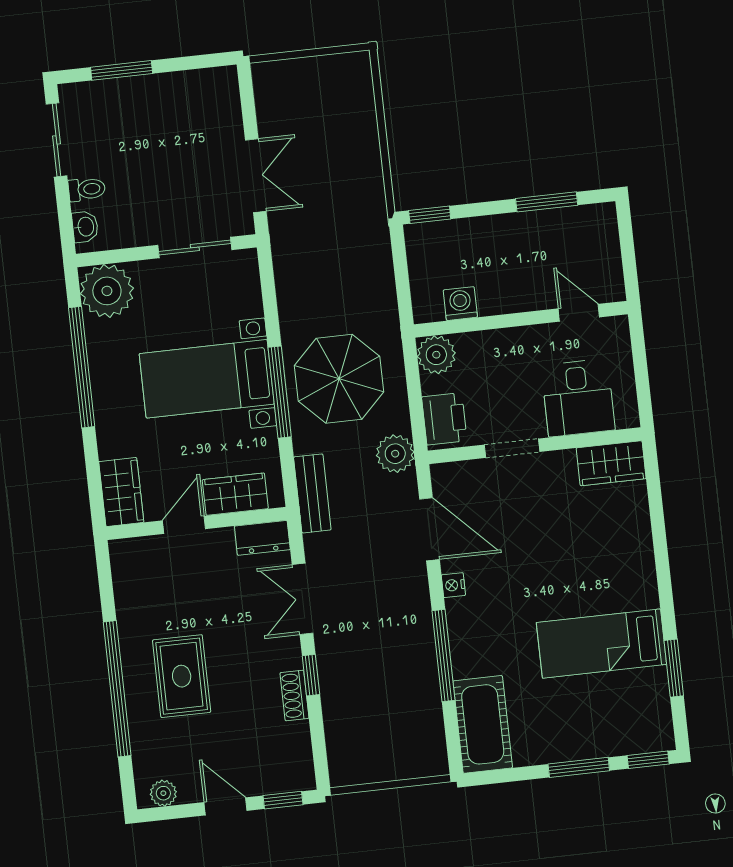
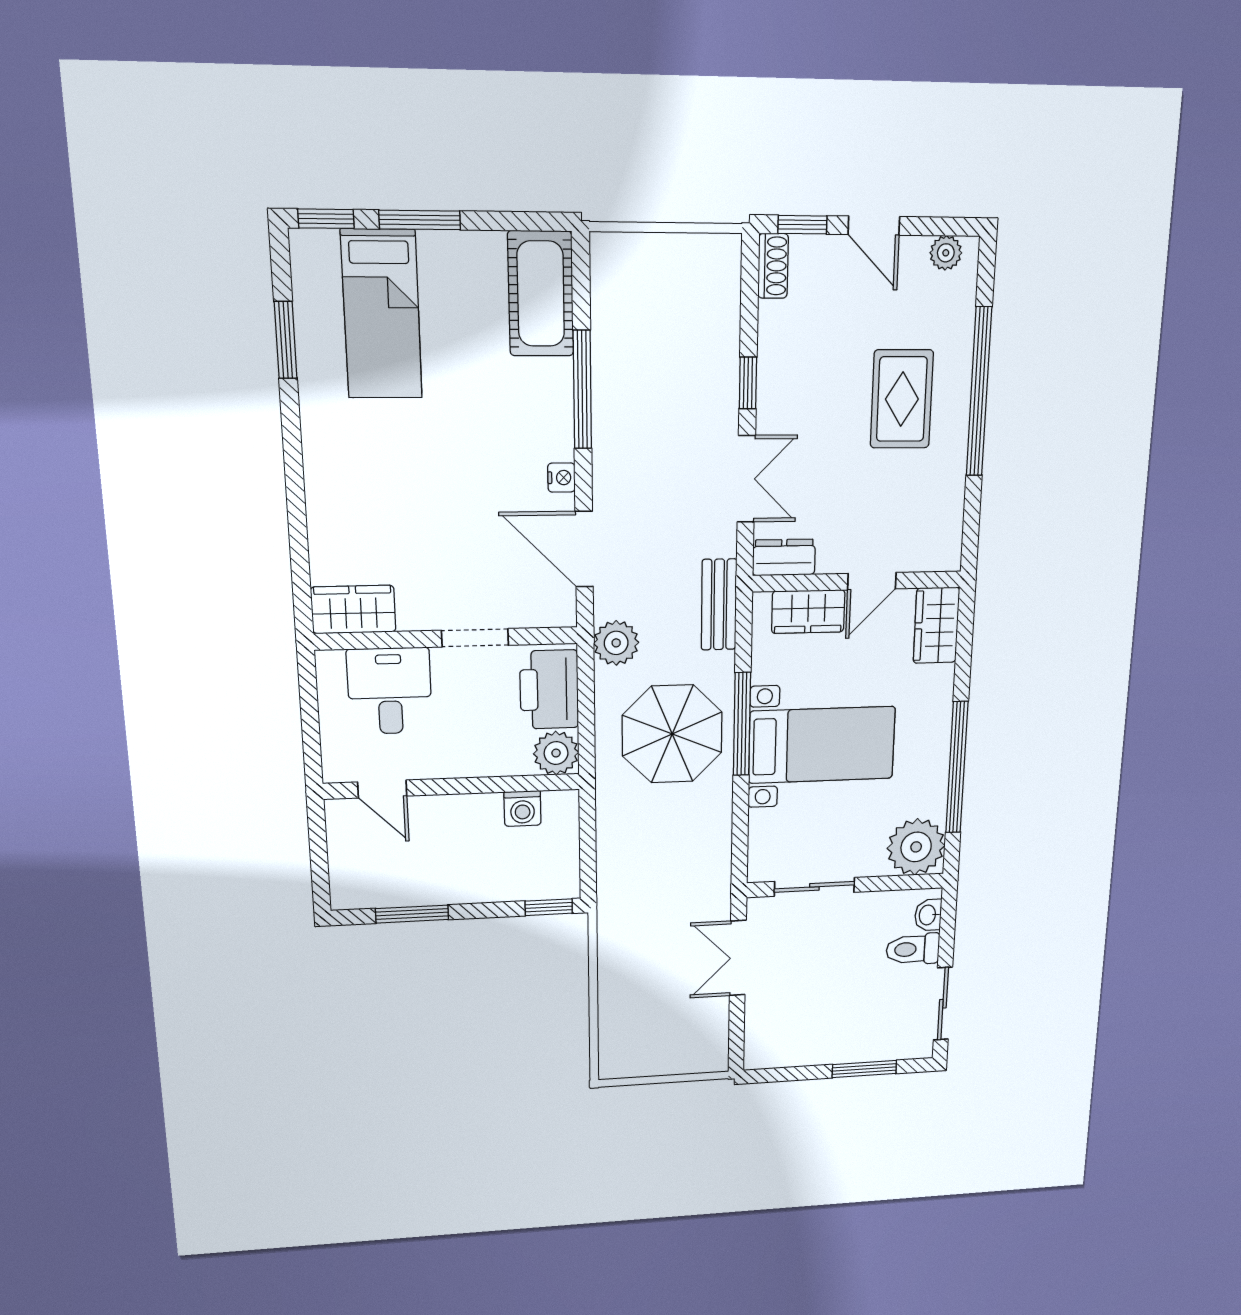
toilet: (87, 189) -> (913, 949), width x1.37, depth x1.39
printer: (444, 419) -> (549, 690), width x1.37, depth x1.19
bed: (601, 643) -> (382, 314), moved, turned 90
shoe rack: (294, 695) -> (773, 266), moved

